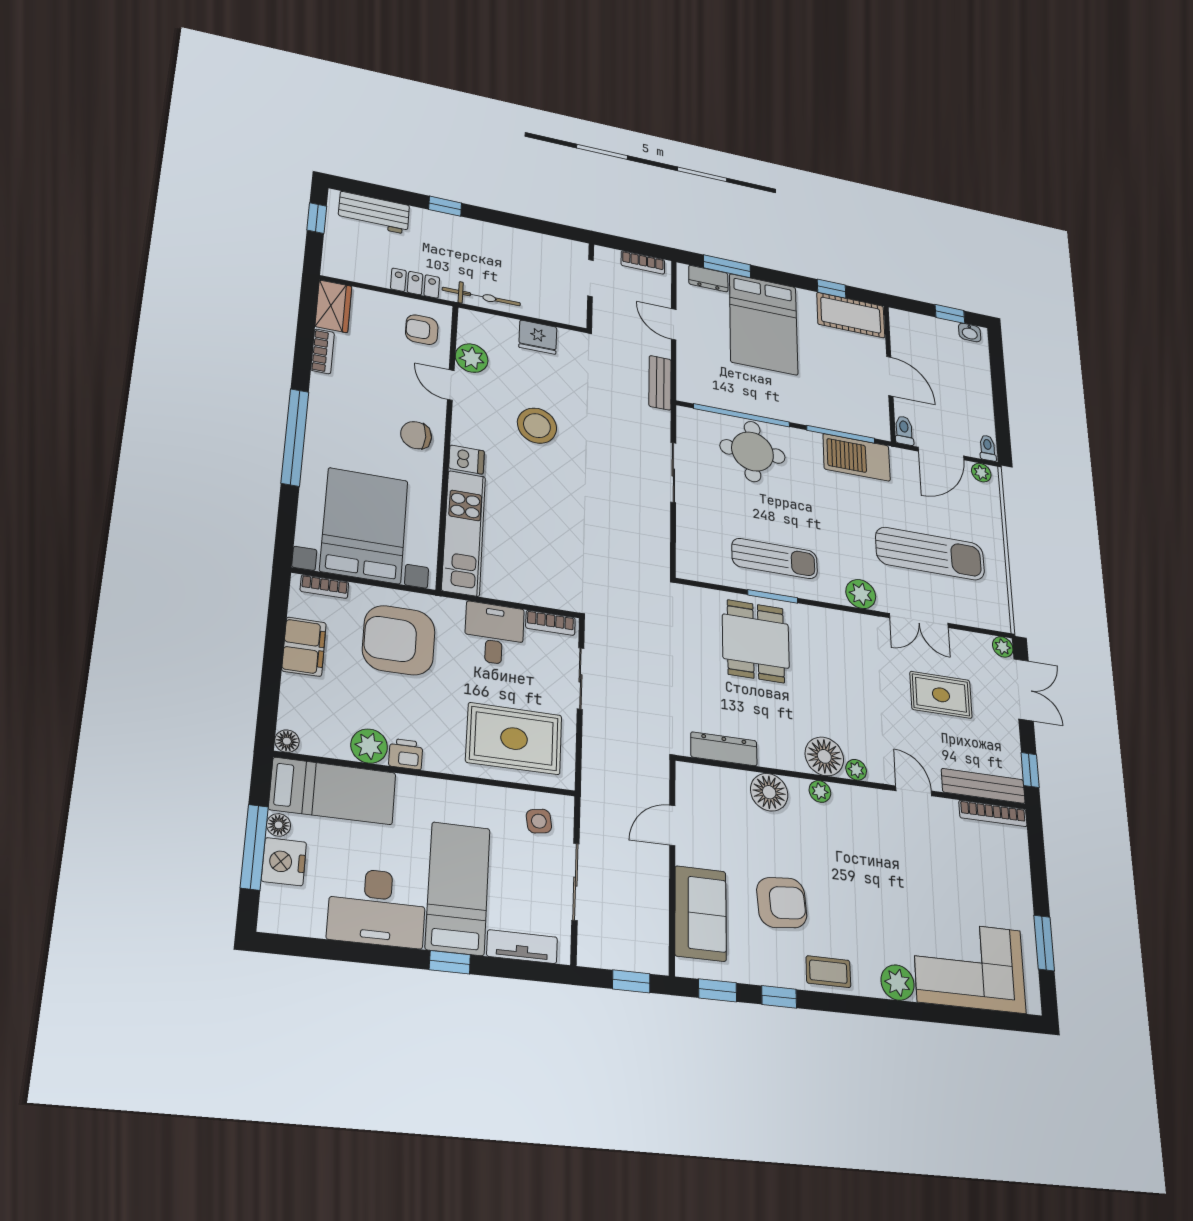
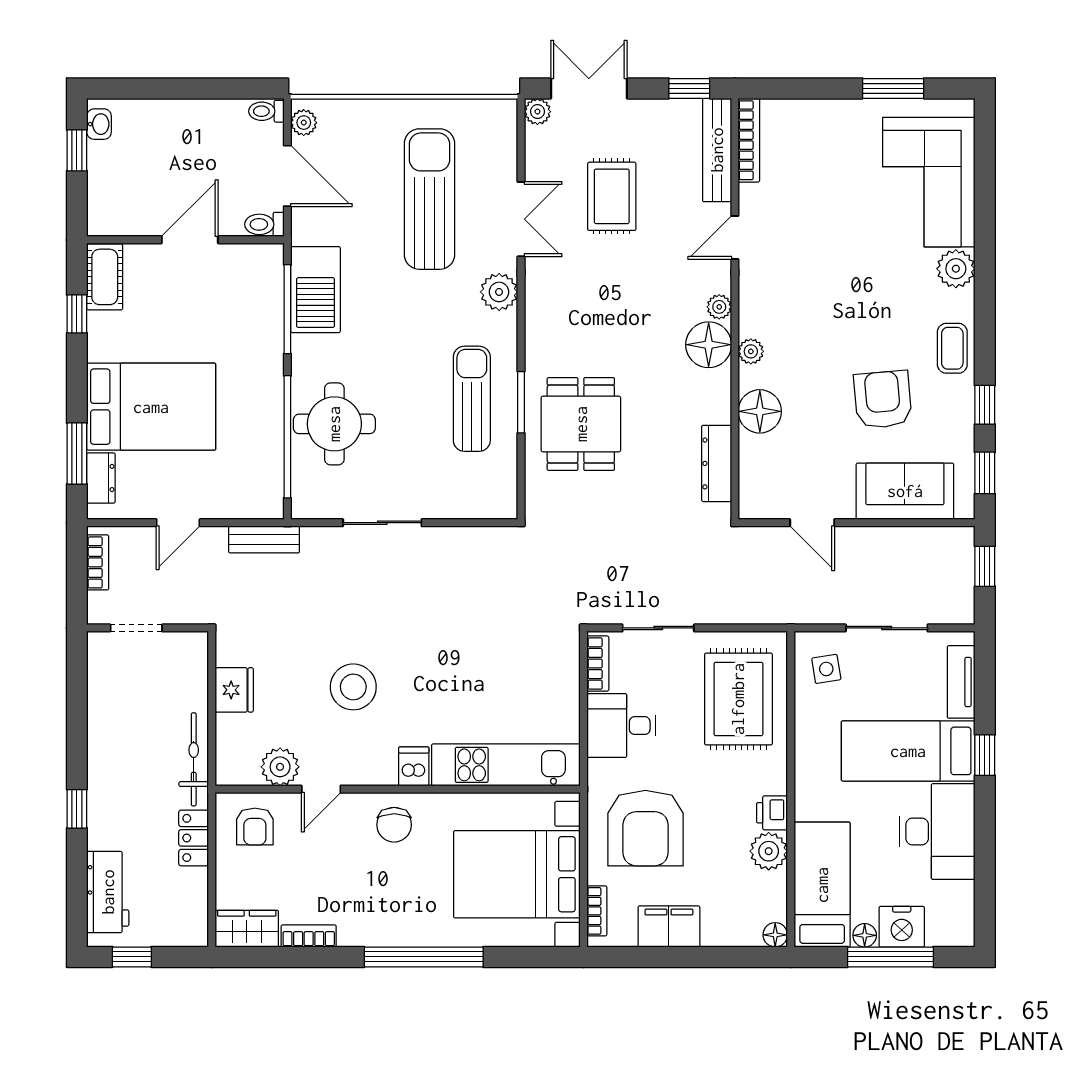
cot: (851, 315) -> (105, 277), width x0.73, depth x0.75
dining table: (756, 641) -> (581, 424), turned 90

